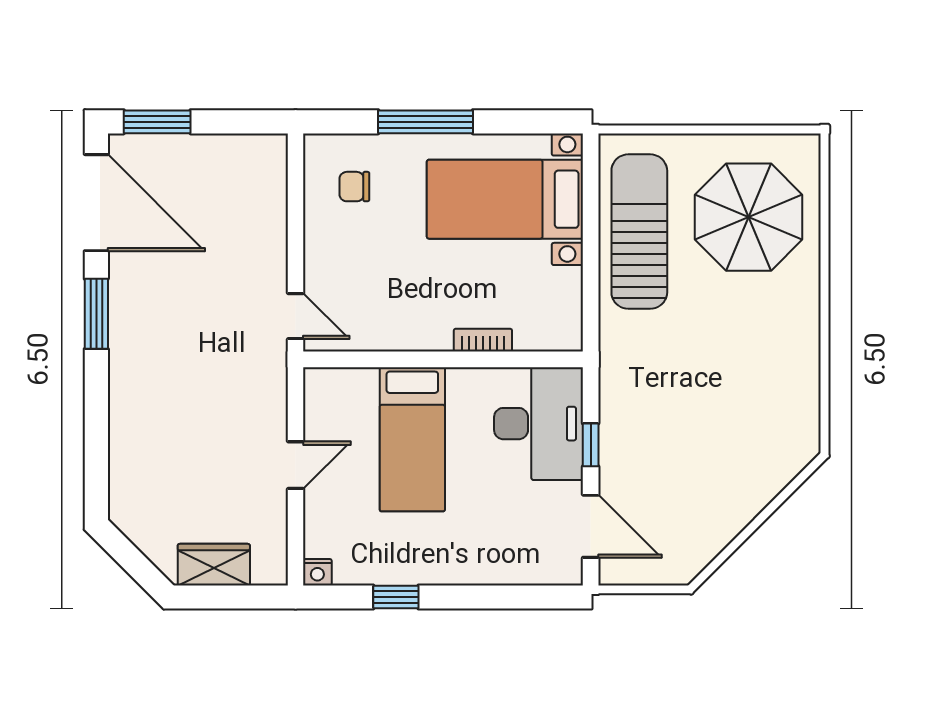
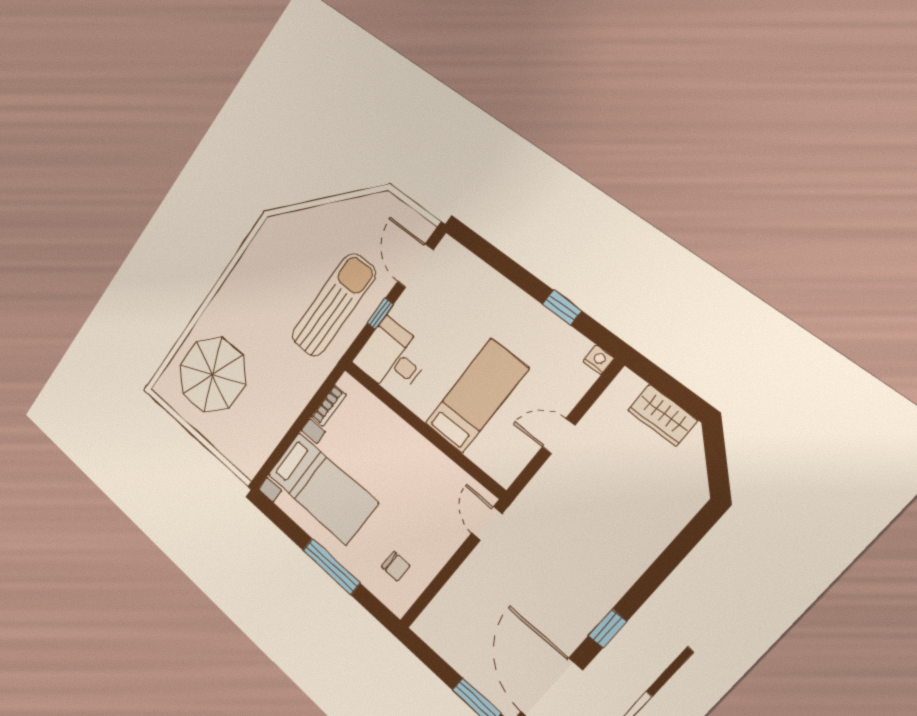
sun lounger: (639, 232) -> (334, 305), moved, turned 180
window: (96, 314) -> (608, 629), width x0.67
bookcase: (483, 340) -> (329, 406), moved, turned -90
desk: (539, 424) -> (392, 357), width x0.73

